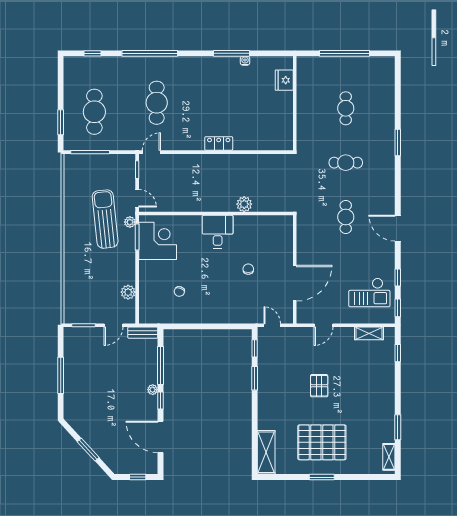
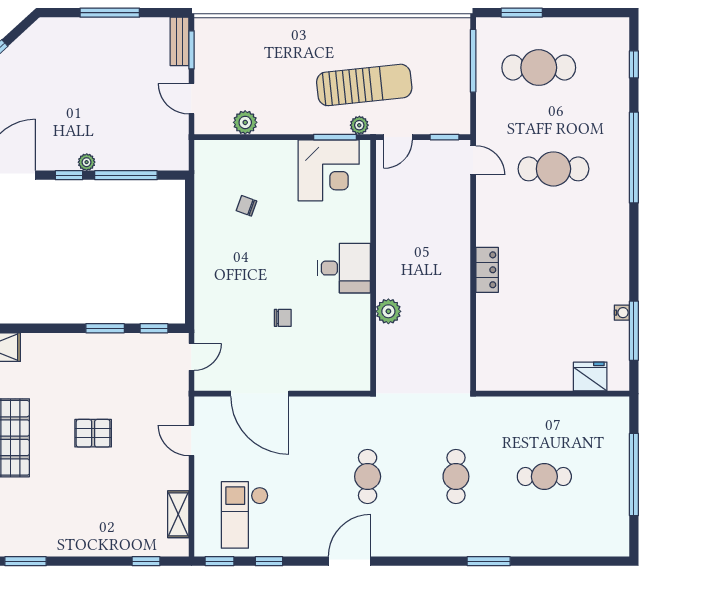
window: (232, 53) -> (634, 331), moved
cafe table: (346, 217) -> (368, 477), turned 90
bench: (143, 333) -> (179, 41), moved

